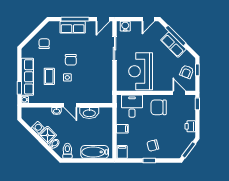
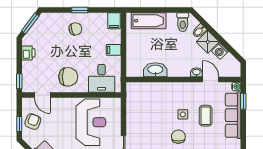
door: (70, 105) -> (211, 80), moved

